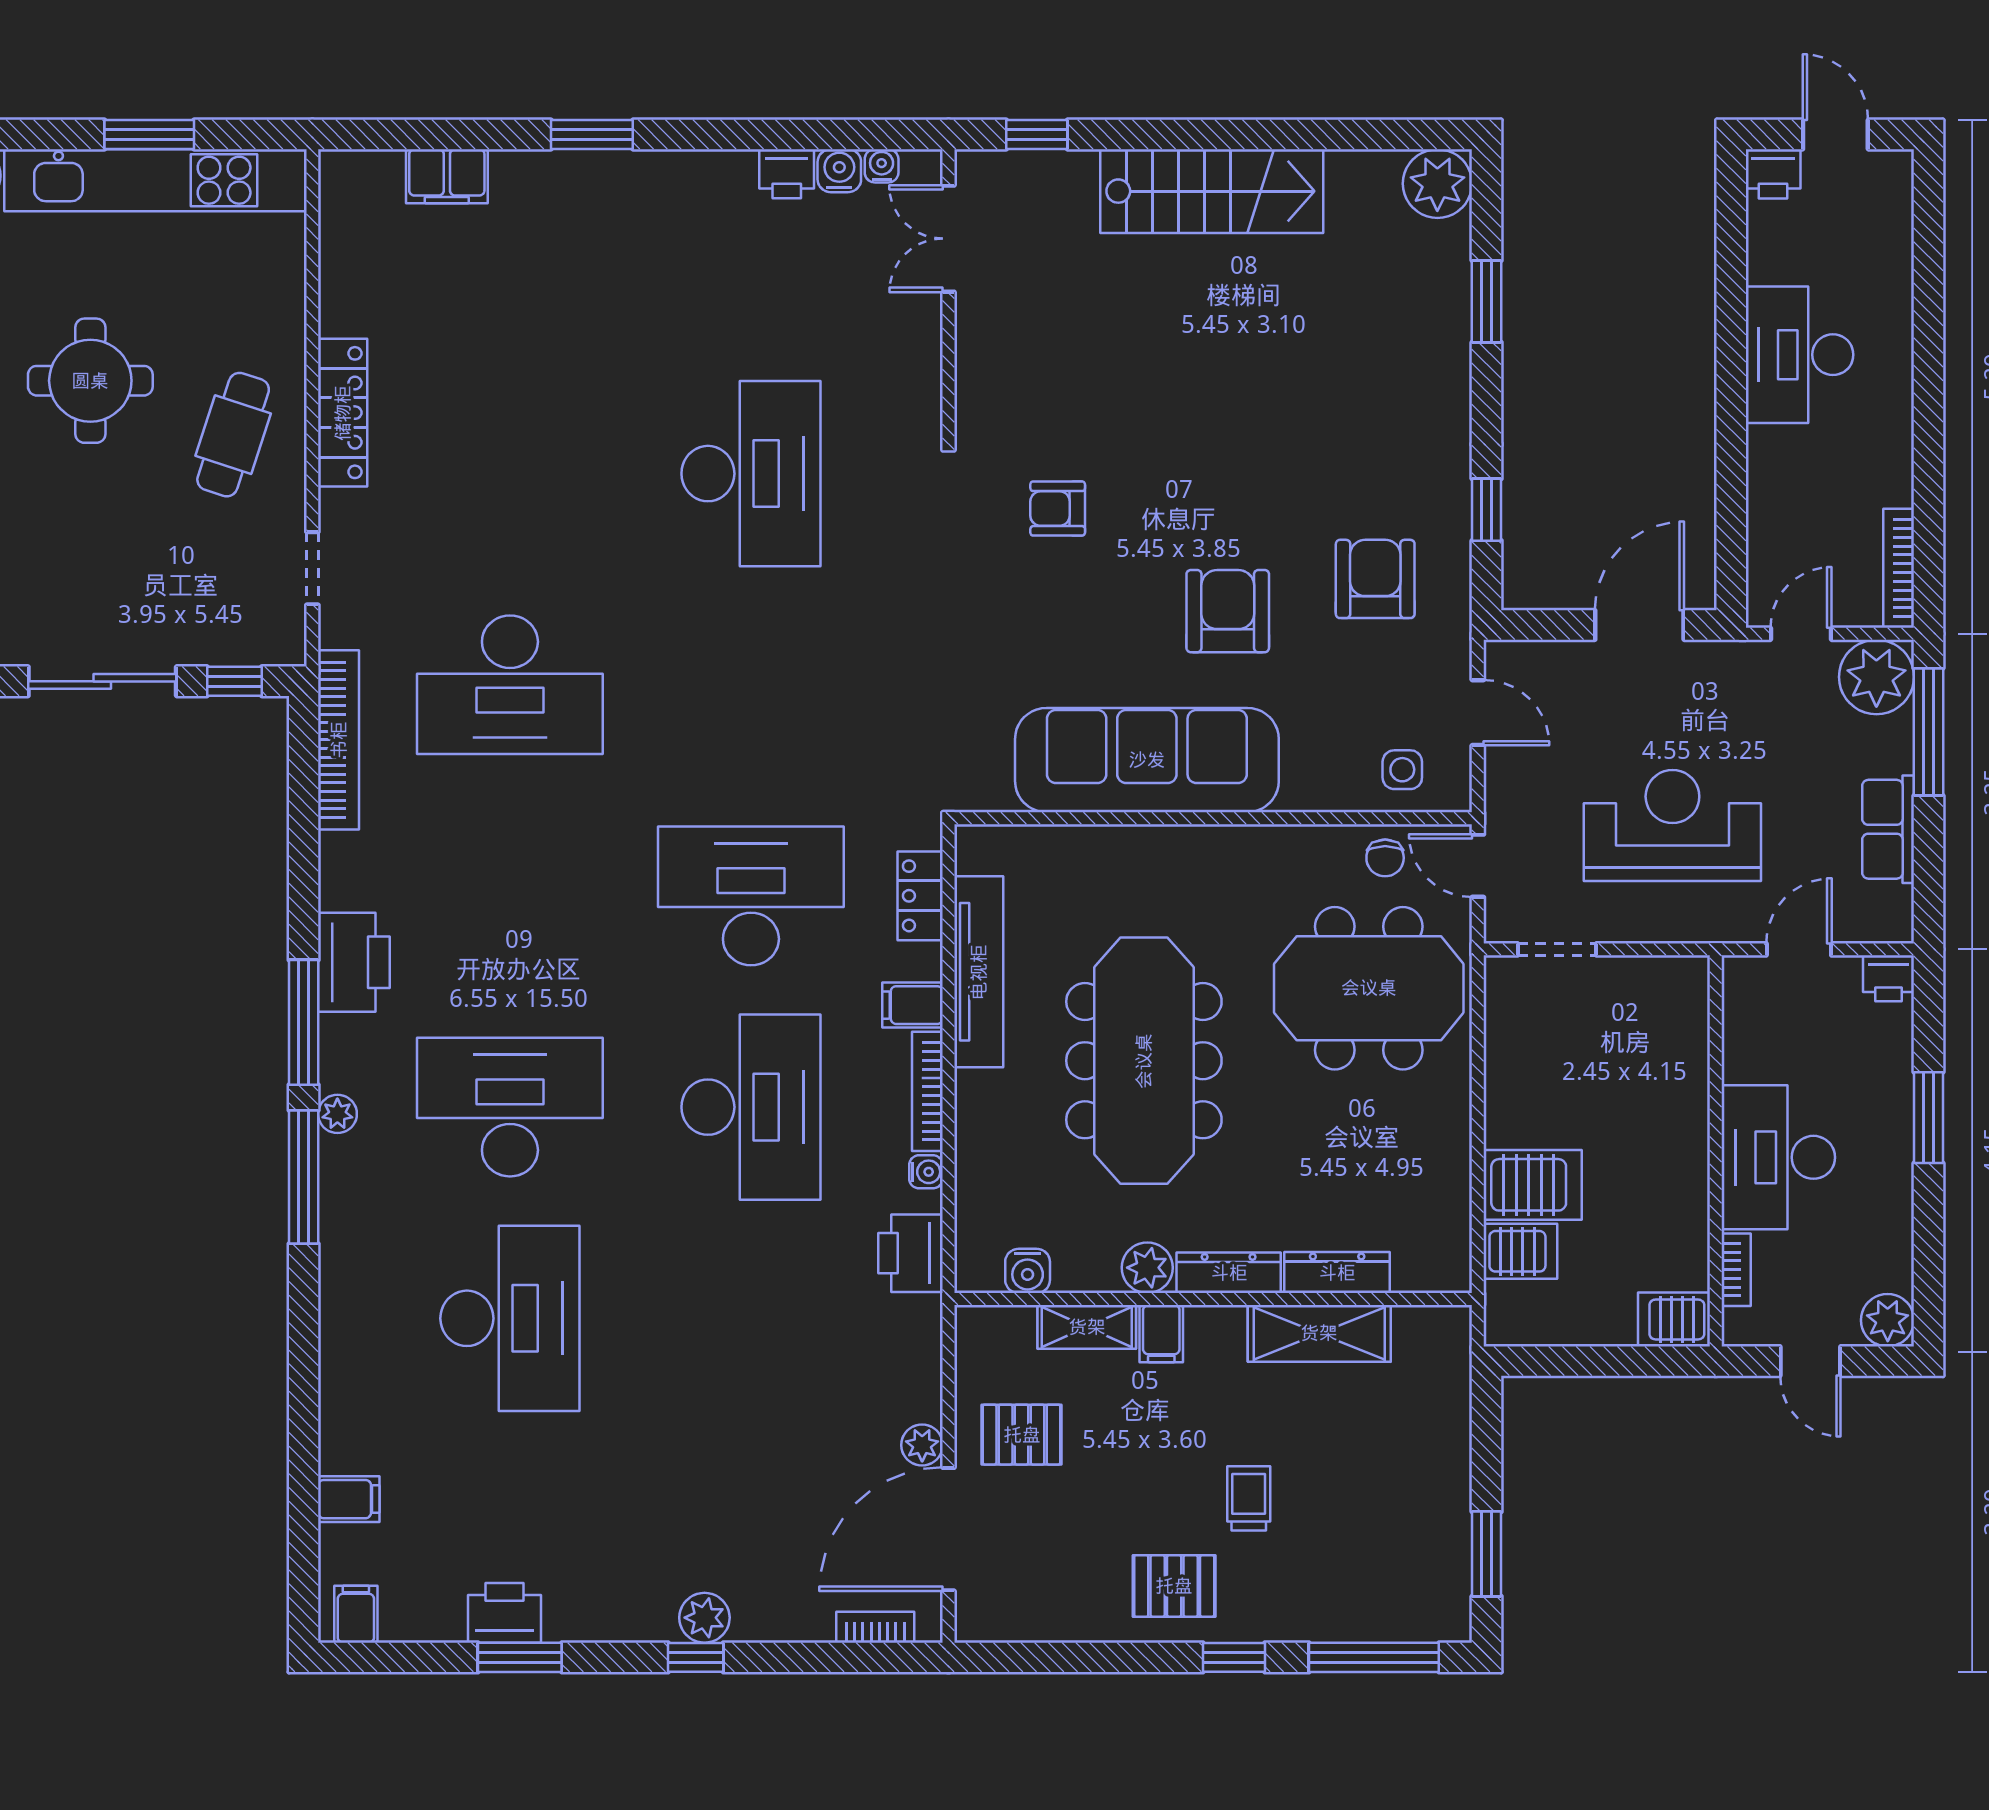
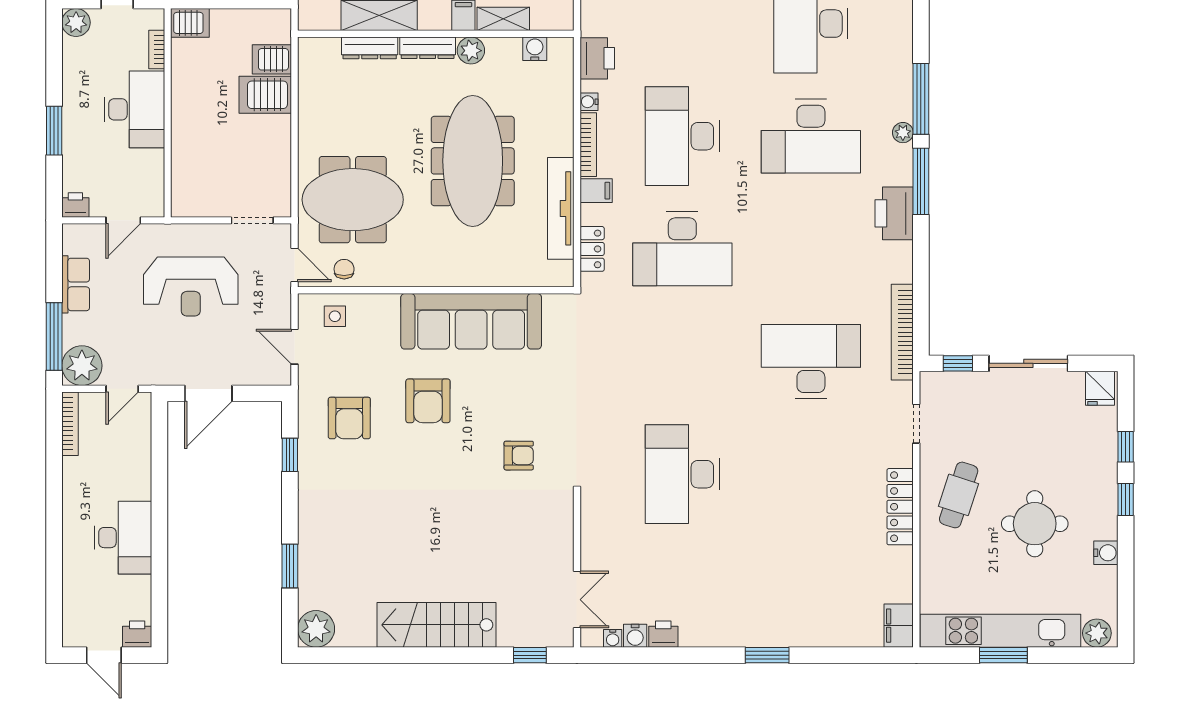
filing cabinet: (447, 176) -> (899, 626), moved, turned -90

